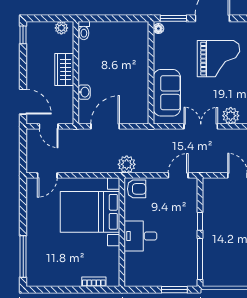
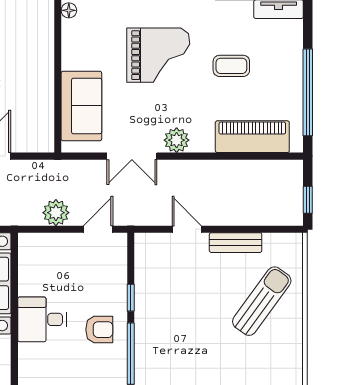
double door: (201, 126) -> (132, 156), swing flipped
plant: (127, 164) -> (56, 213), moved
armchair: (137, 189) -> (99, 330), moved

